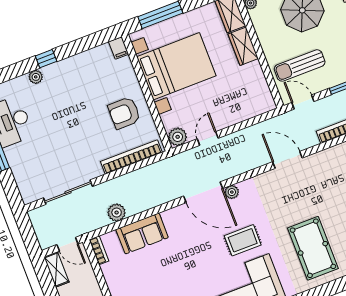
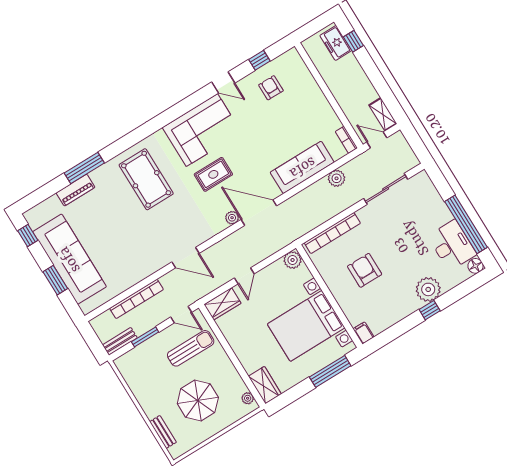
wardrobe: (243, 46) -> (223, 304), moved, turned 90
plant: (36, 77) -> (428, 289), width x1.88, depth x1.88
armchair: (124, 113) -> (365, 270), moved, turned -90
door: (208, 139) -> (244, 276), moved
sofa: (142, 233) -> (302, 167), width x1.36

